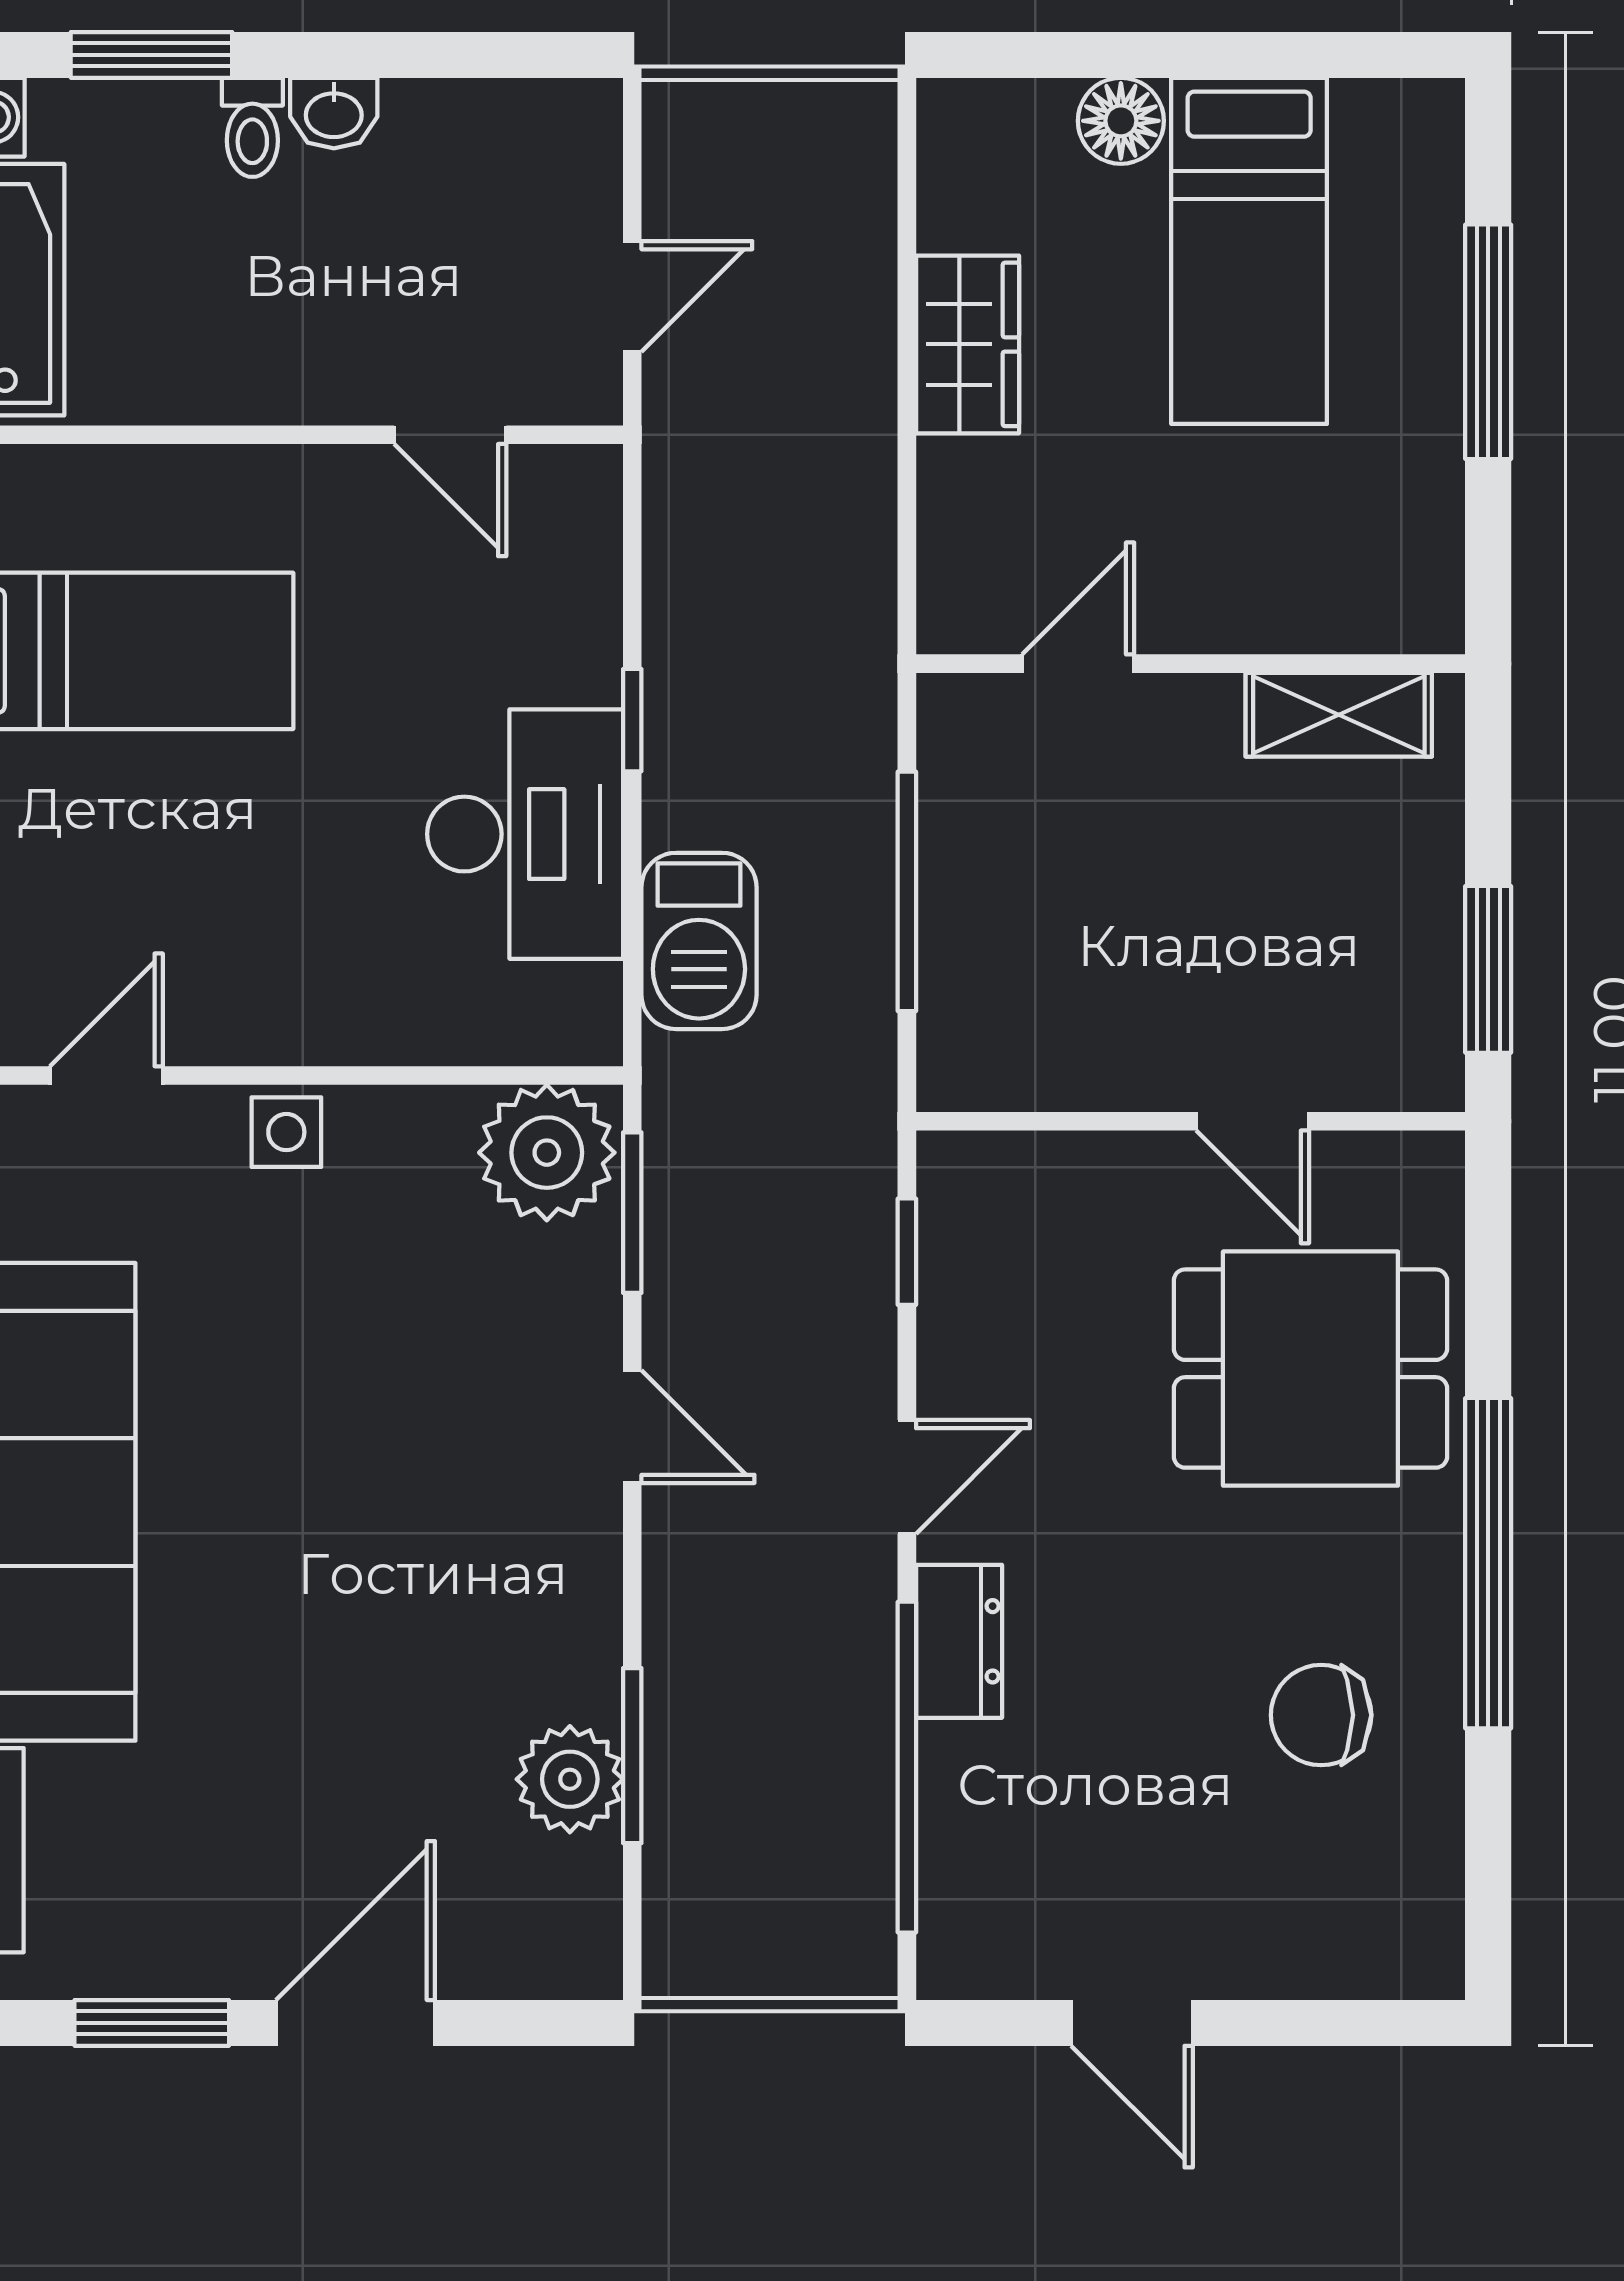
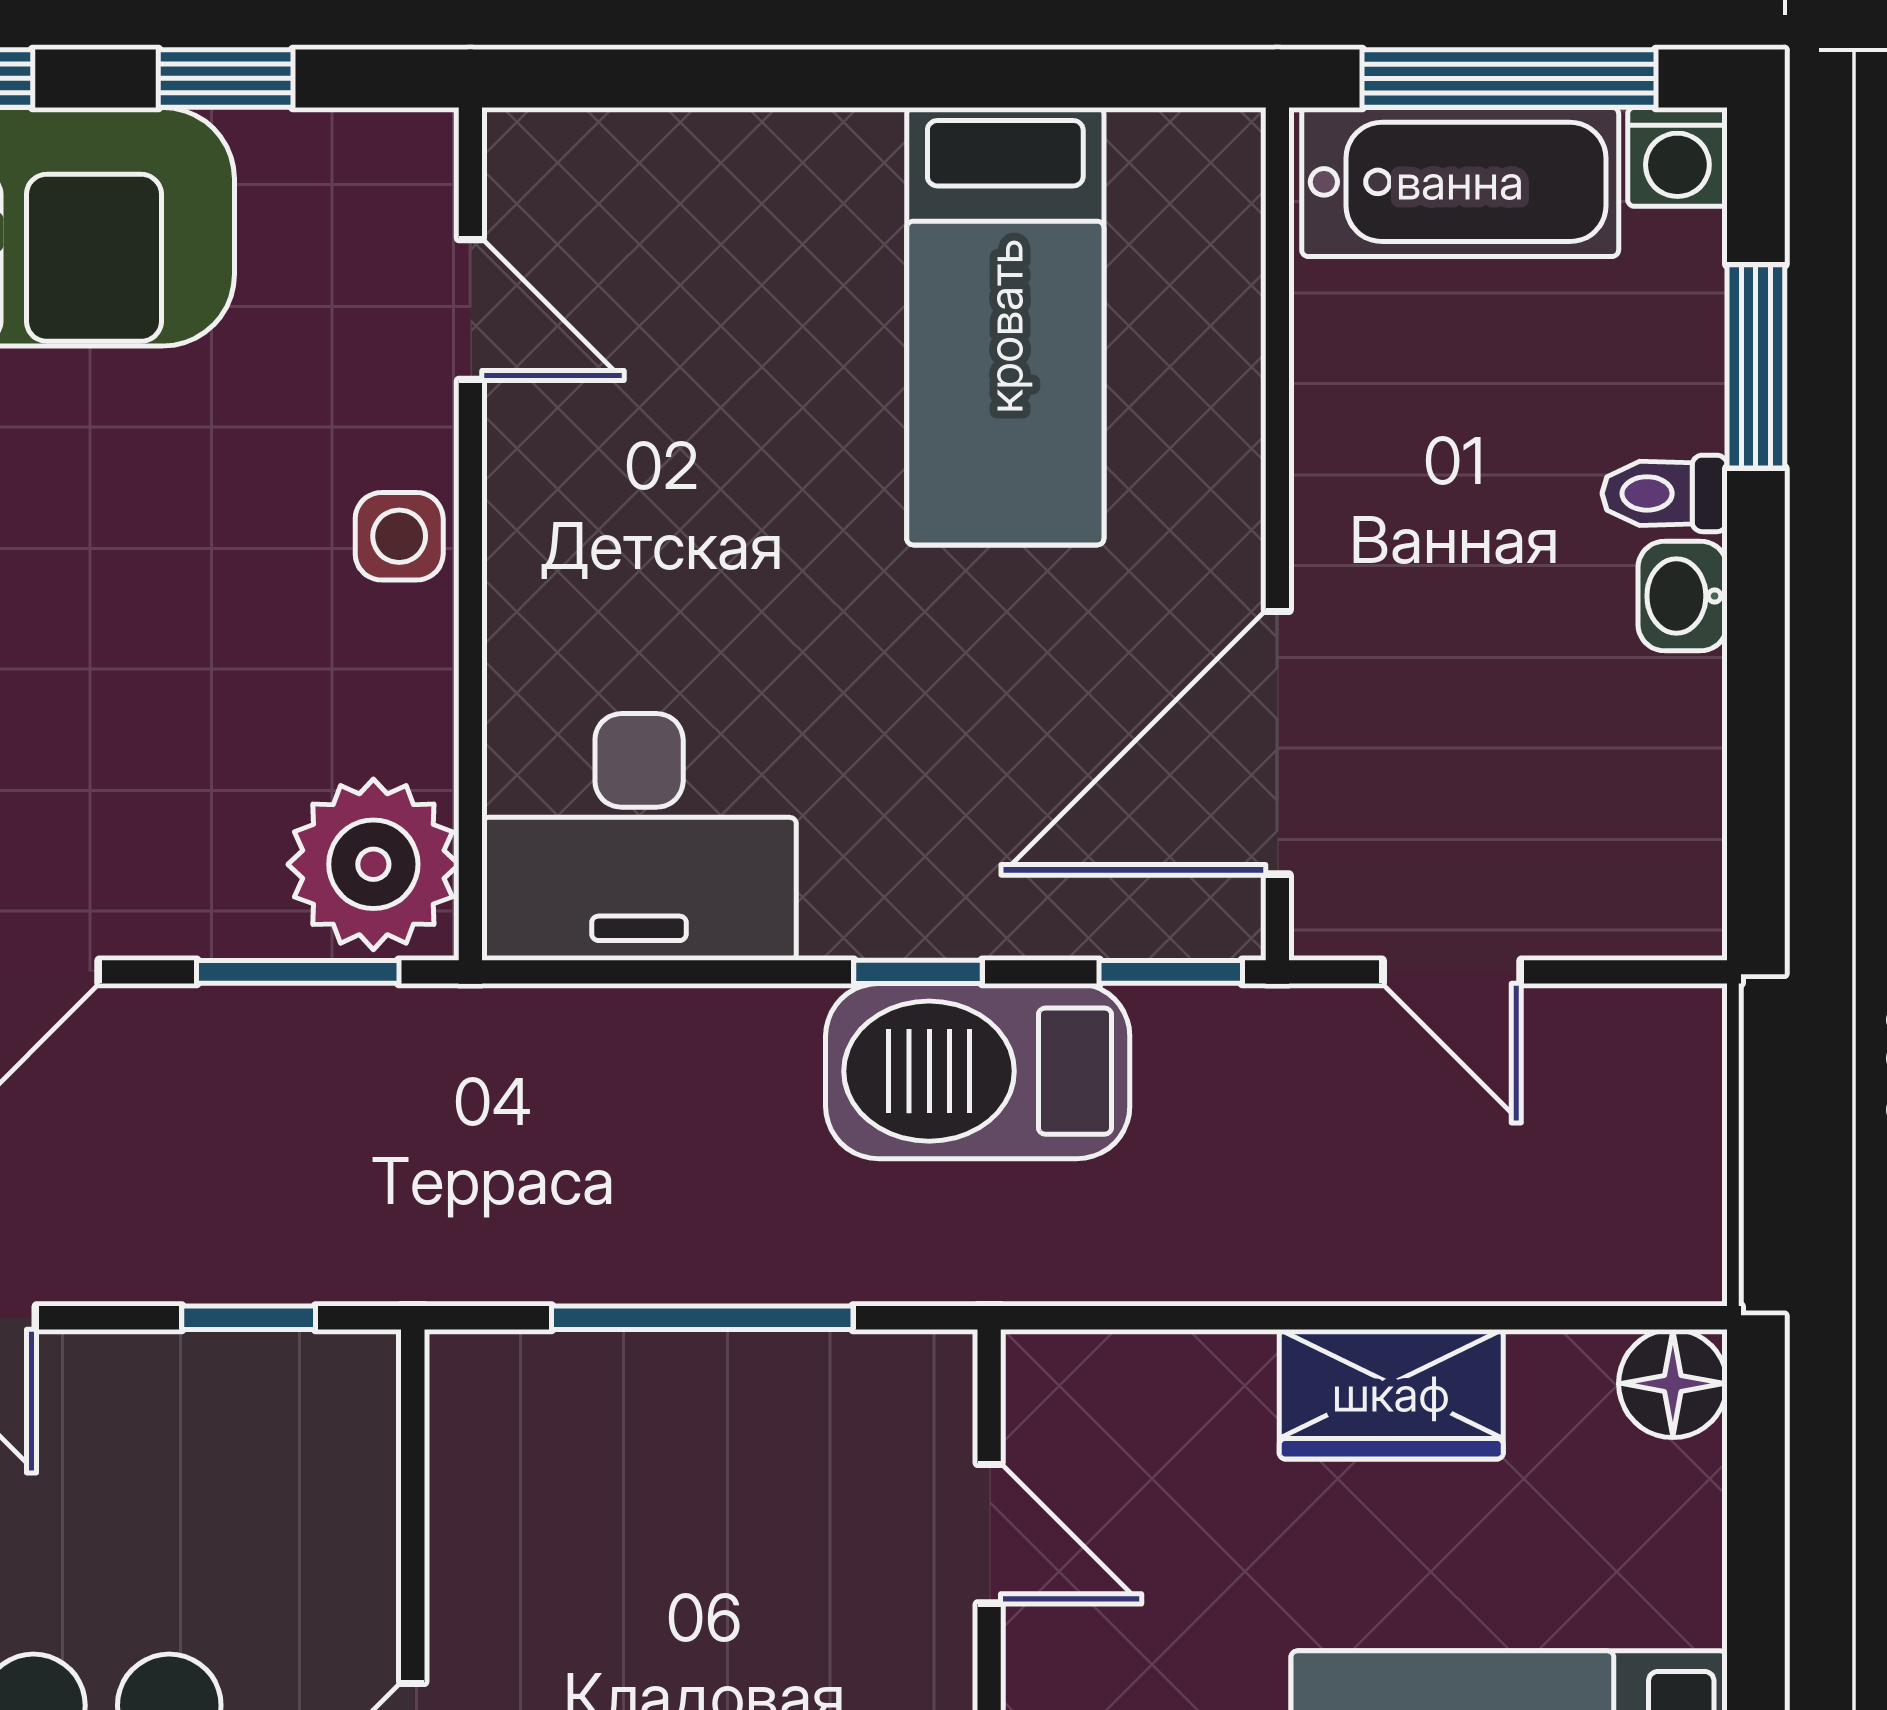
floor lamp: (1121, 121) -> (1673, 1383), moved
door: (450, 435) -> (1277, 743), width x1.88
window: (632, 519) -> (1171, 972), added
desk: (525, 834) -> (639, 837), moved
barbecue: (699, 941) -> (978, 1071), moved, width x1.37, depth x1.21

